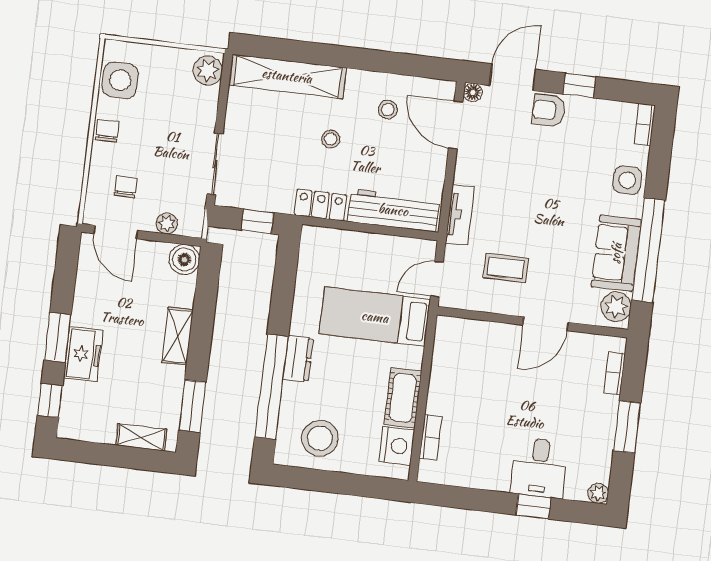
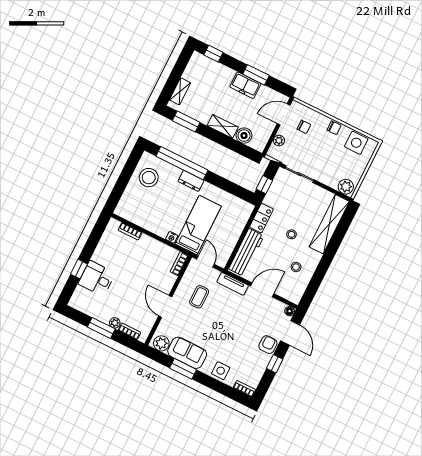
door: (456, 125) -> (262, 290), moved
window: (648, 250) -> (183, 369), width x0.47
boiler: (184, 259) -> (244, 136), moved
bookcase: (458, 326) -> (179, 264), added
window: (58, 337) -> (256, 75), moved
freezer: (83, 354) -> (245, 85), moved
cot: (403, 398) -> (154, 225), removed
nightstand: (397, 446) -> (172, 237), moved, width x0.53, depth x0.56
plant: (598, 493) -> (115, 323), moved

